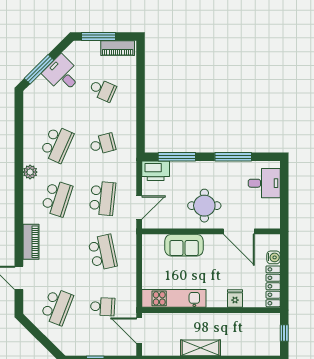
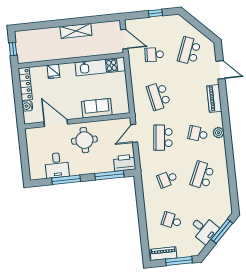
plant: (30, 172) -> (218, 133), moved
desk: (264, 183) -> (57, 165), moved, turned -90
school desk: (57, 198) -> (198, 134), width x0.54

